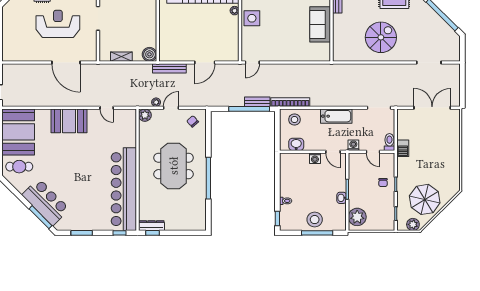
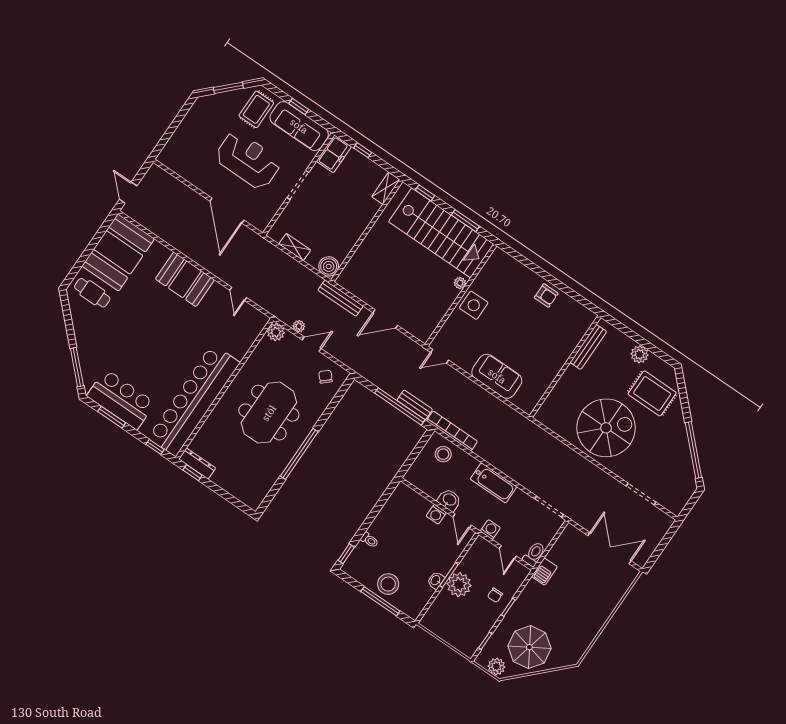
sofa: (320, 24) -> (497, 376), moved, turned 90
spiral stairs: (381, 37) -> (606, 428), width x1.37, depth x1.37
washbasin: (296, 144) -> (449, 500), moved
bar counter: (46, 202) -> (121, 399), moved, turned -45
plant: (357, 217) -> (459, 585), moved

